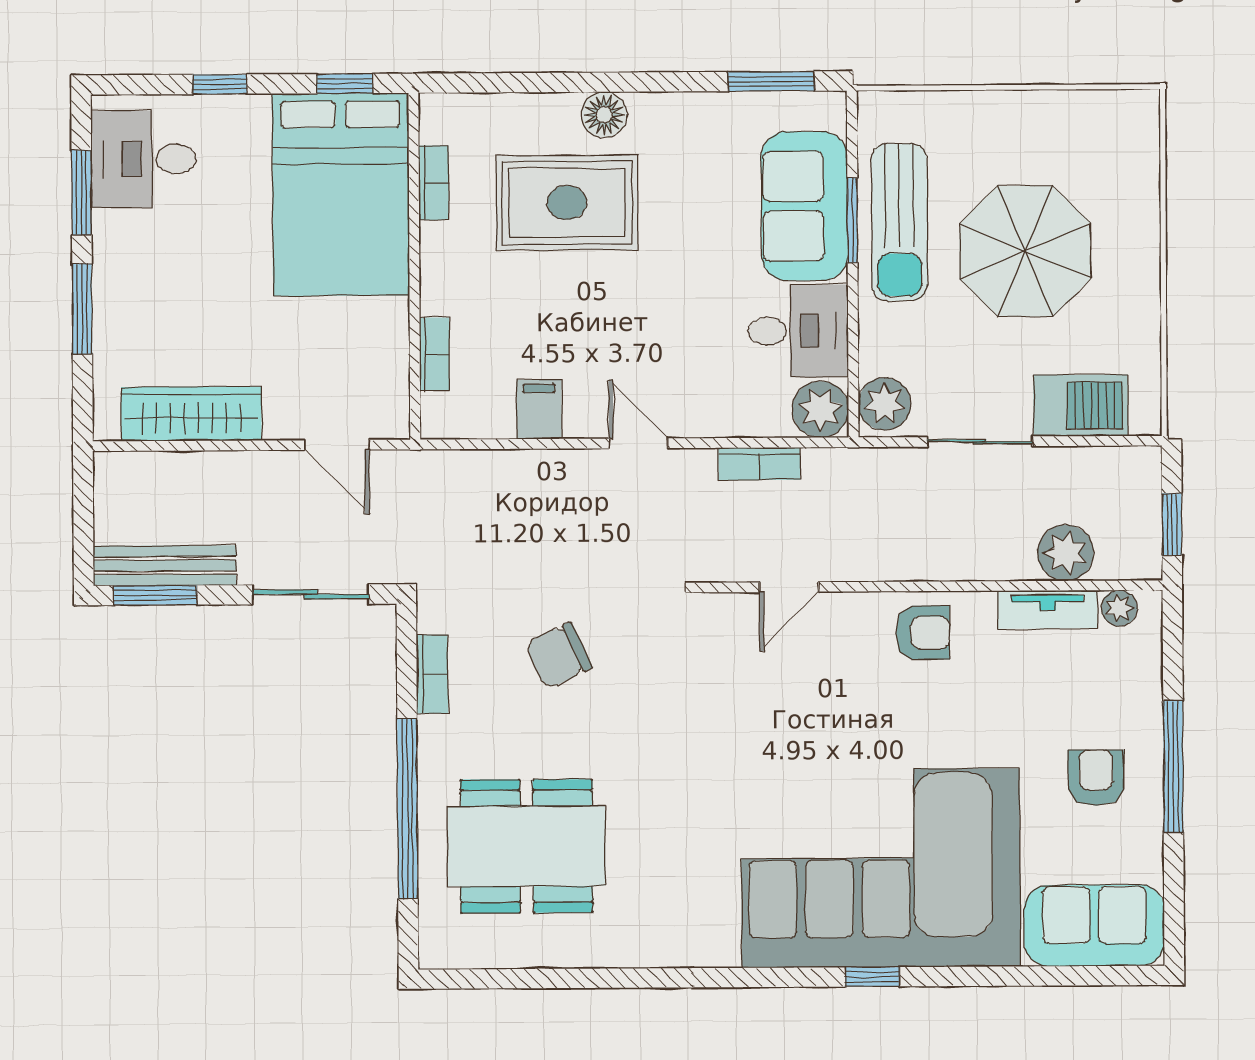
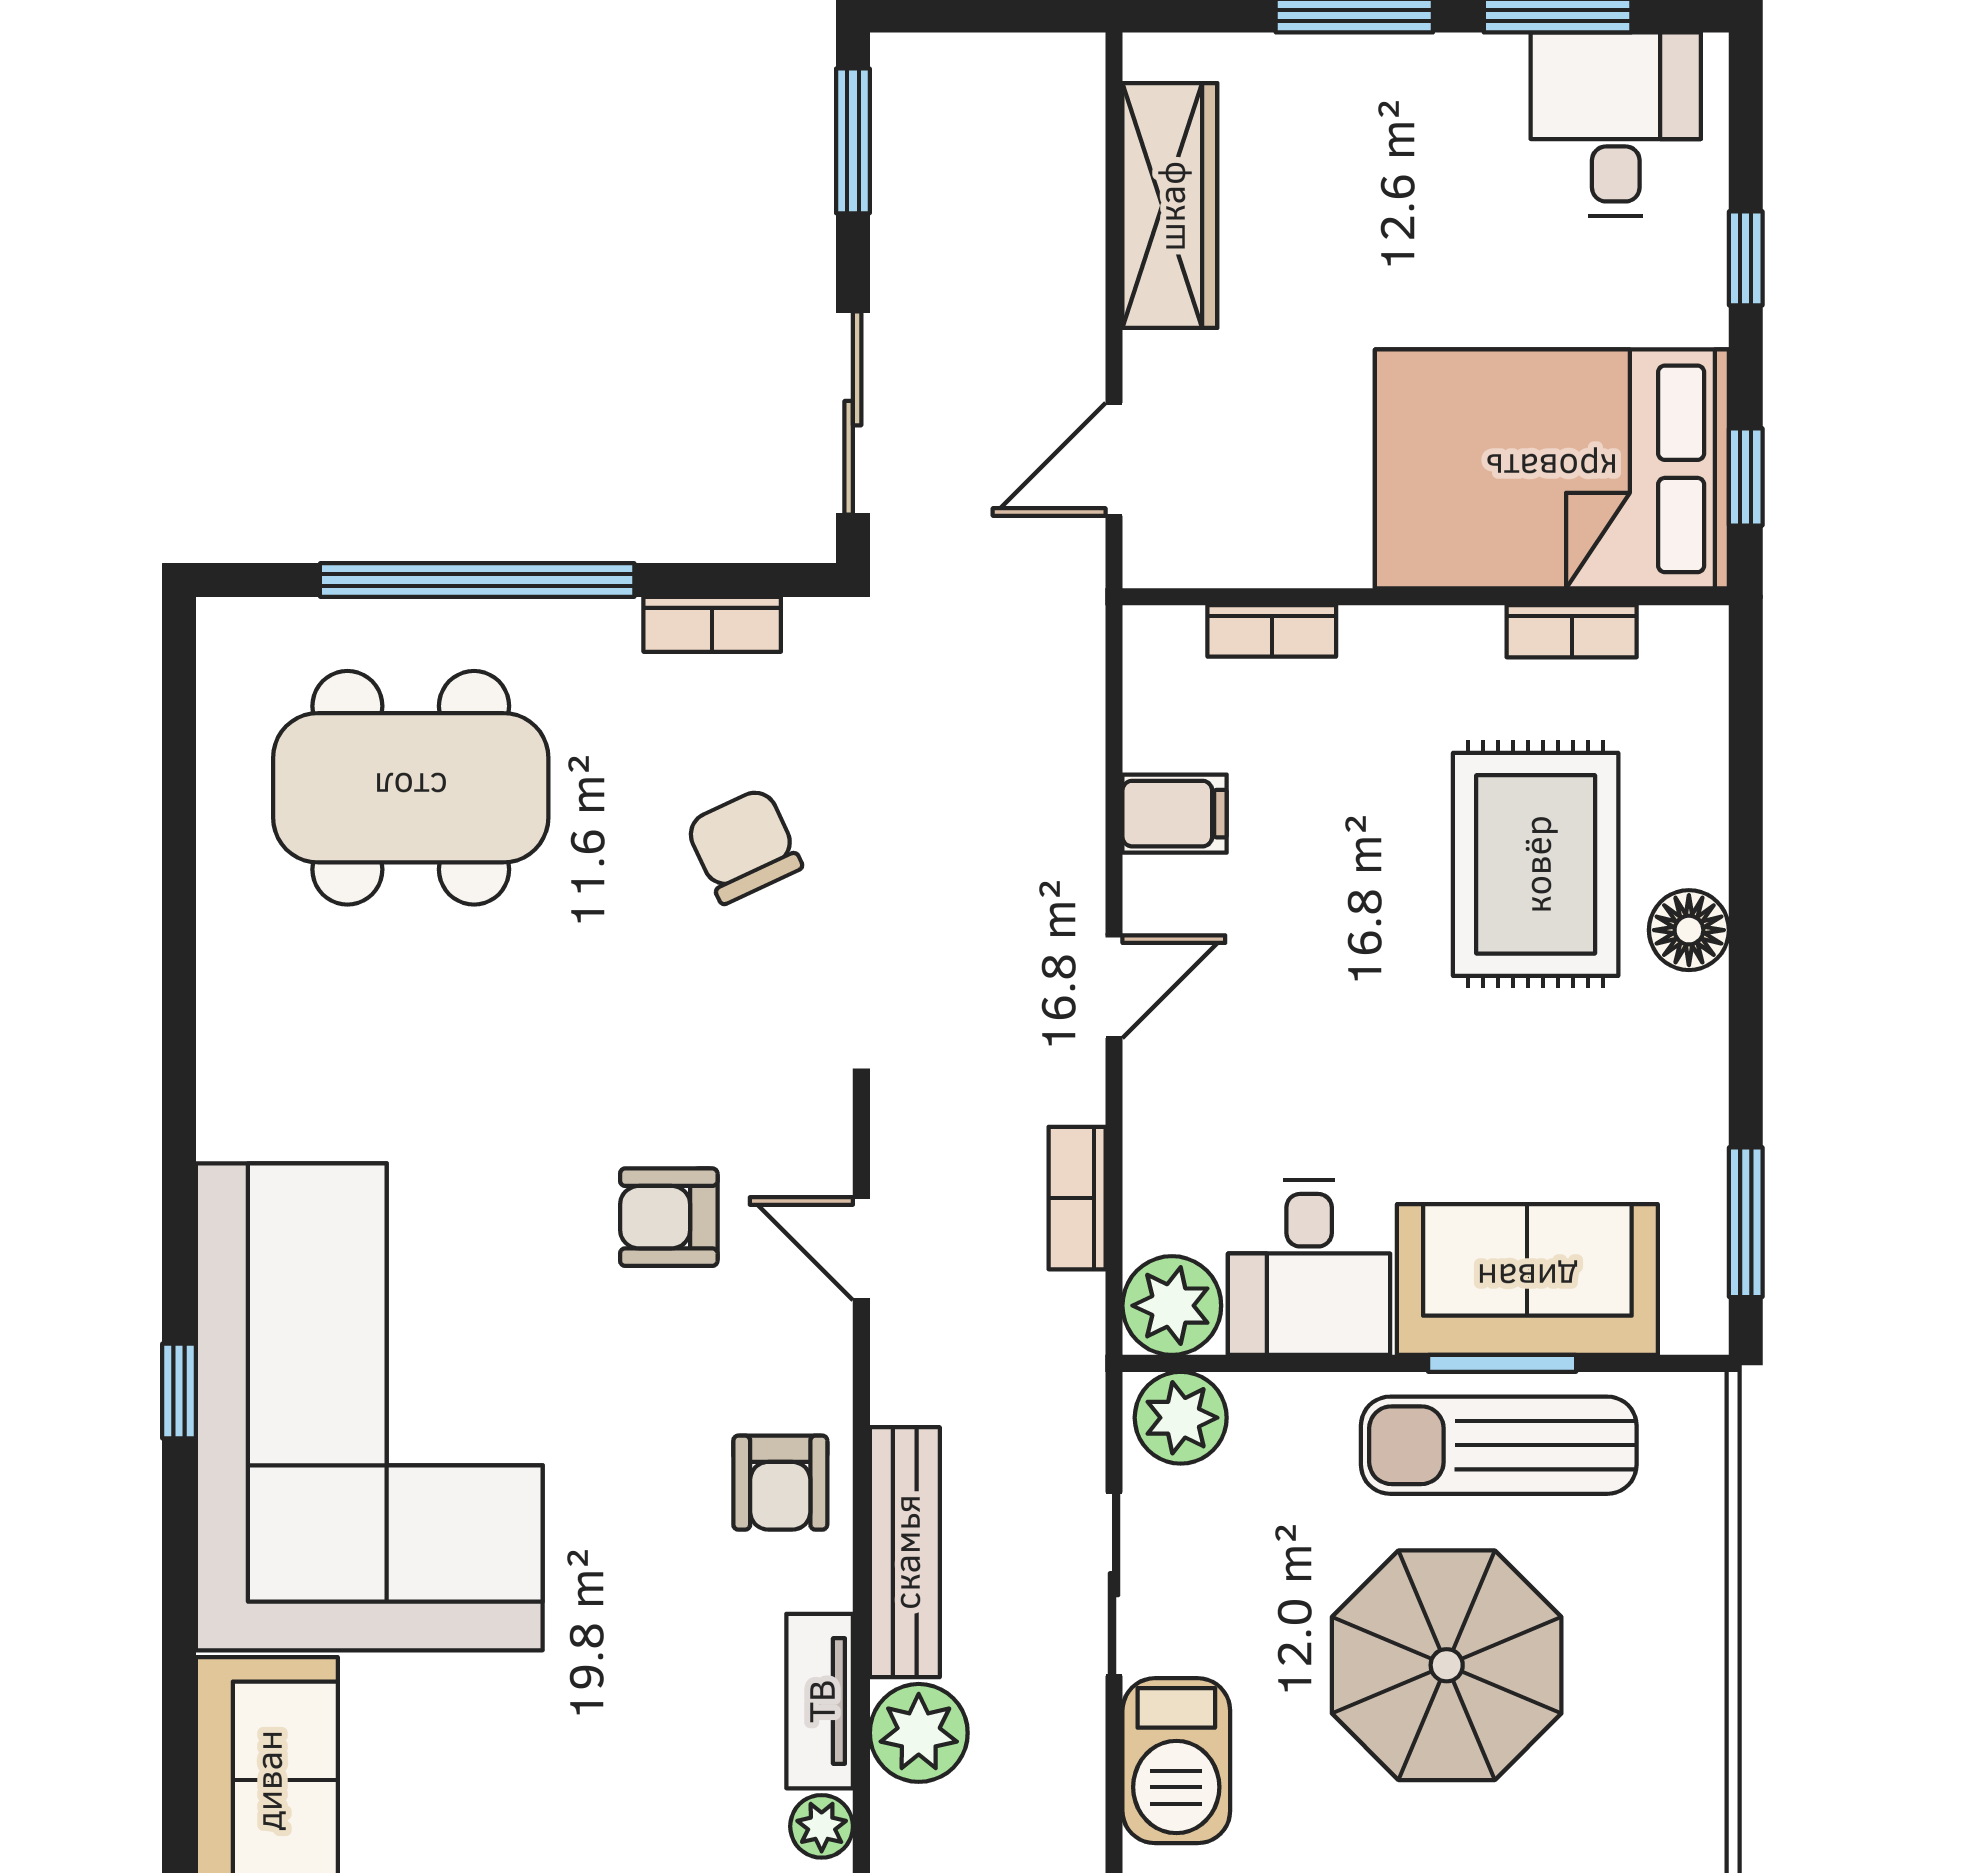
bench: (165, 566) -> (905, 1552), moved
armchair: (1096, 778) -> (669, 1217), moved, turned 180
dining table: (527, 846) -> (411, 788), turned 90

